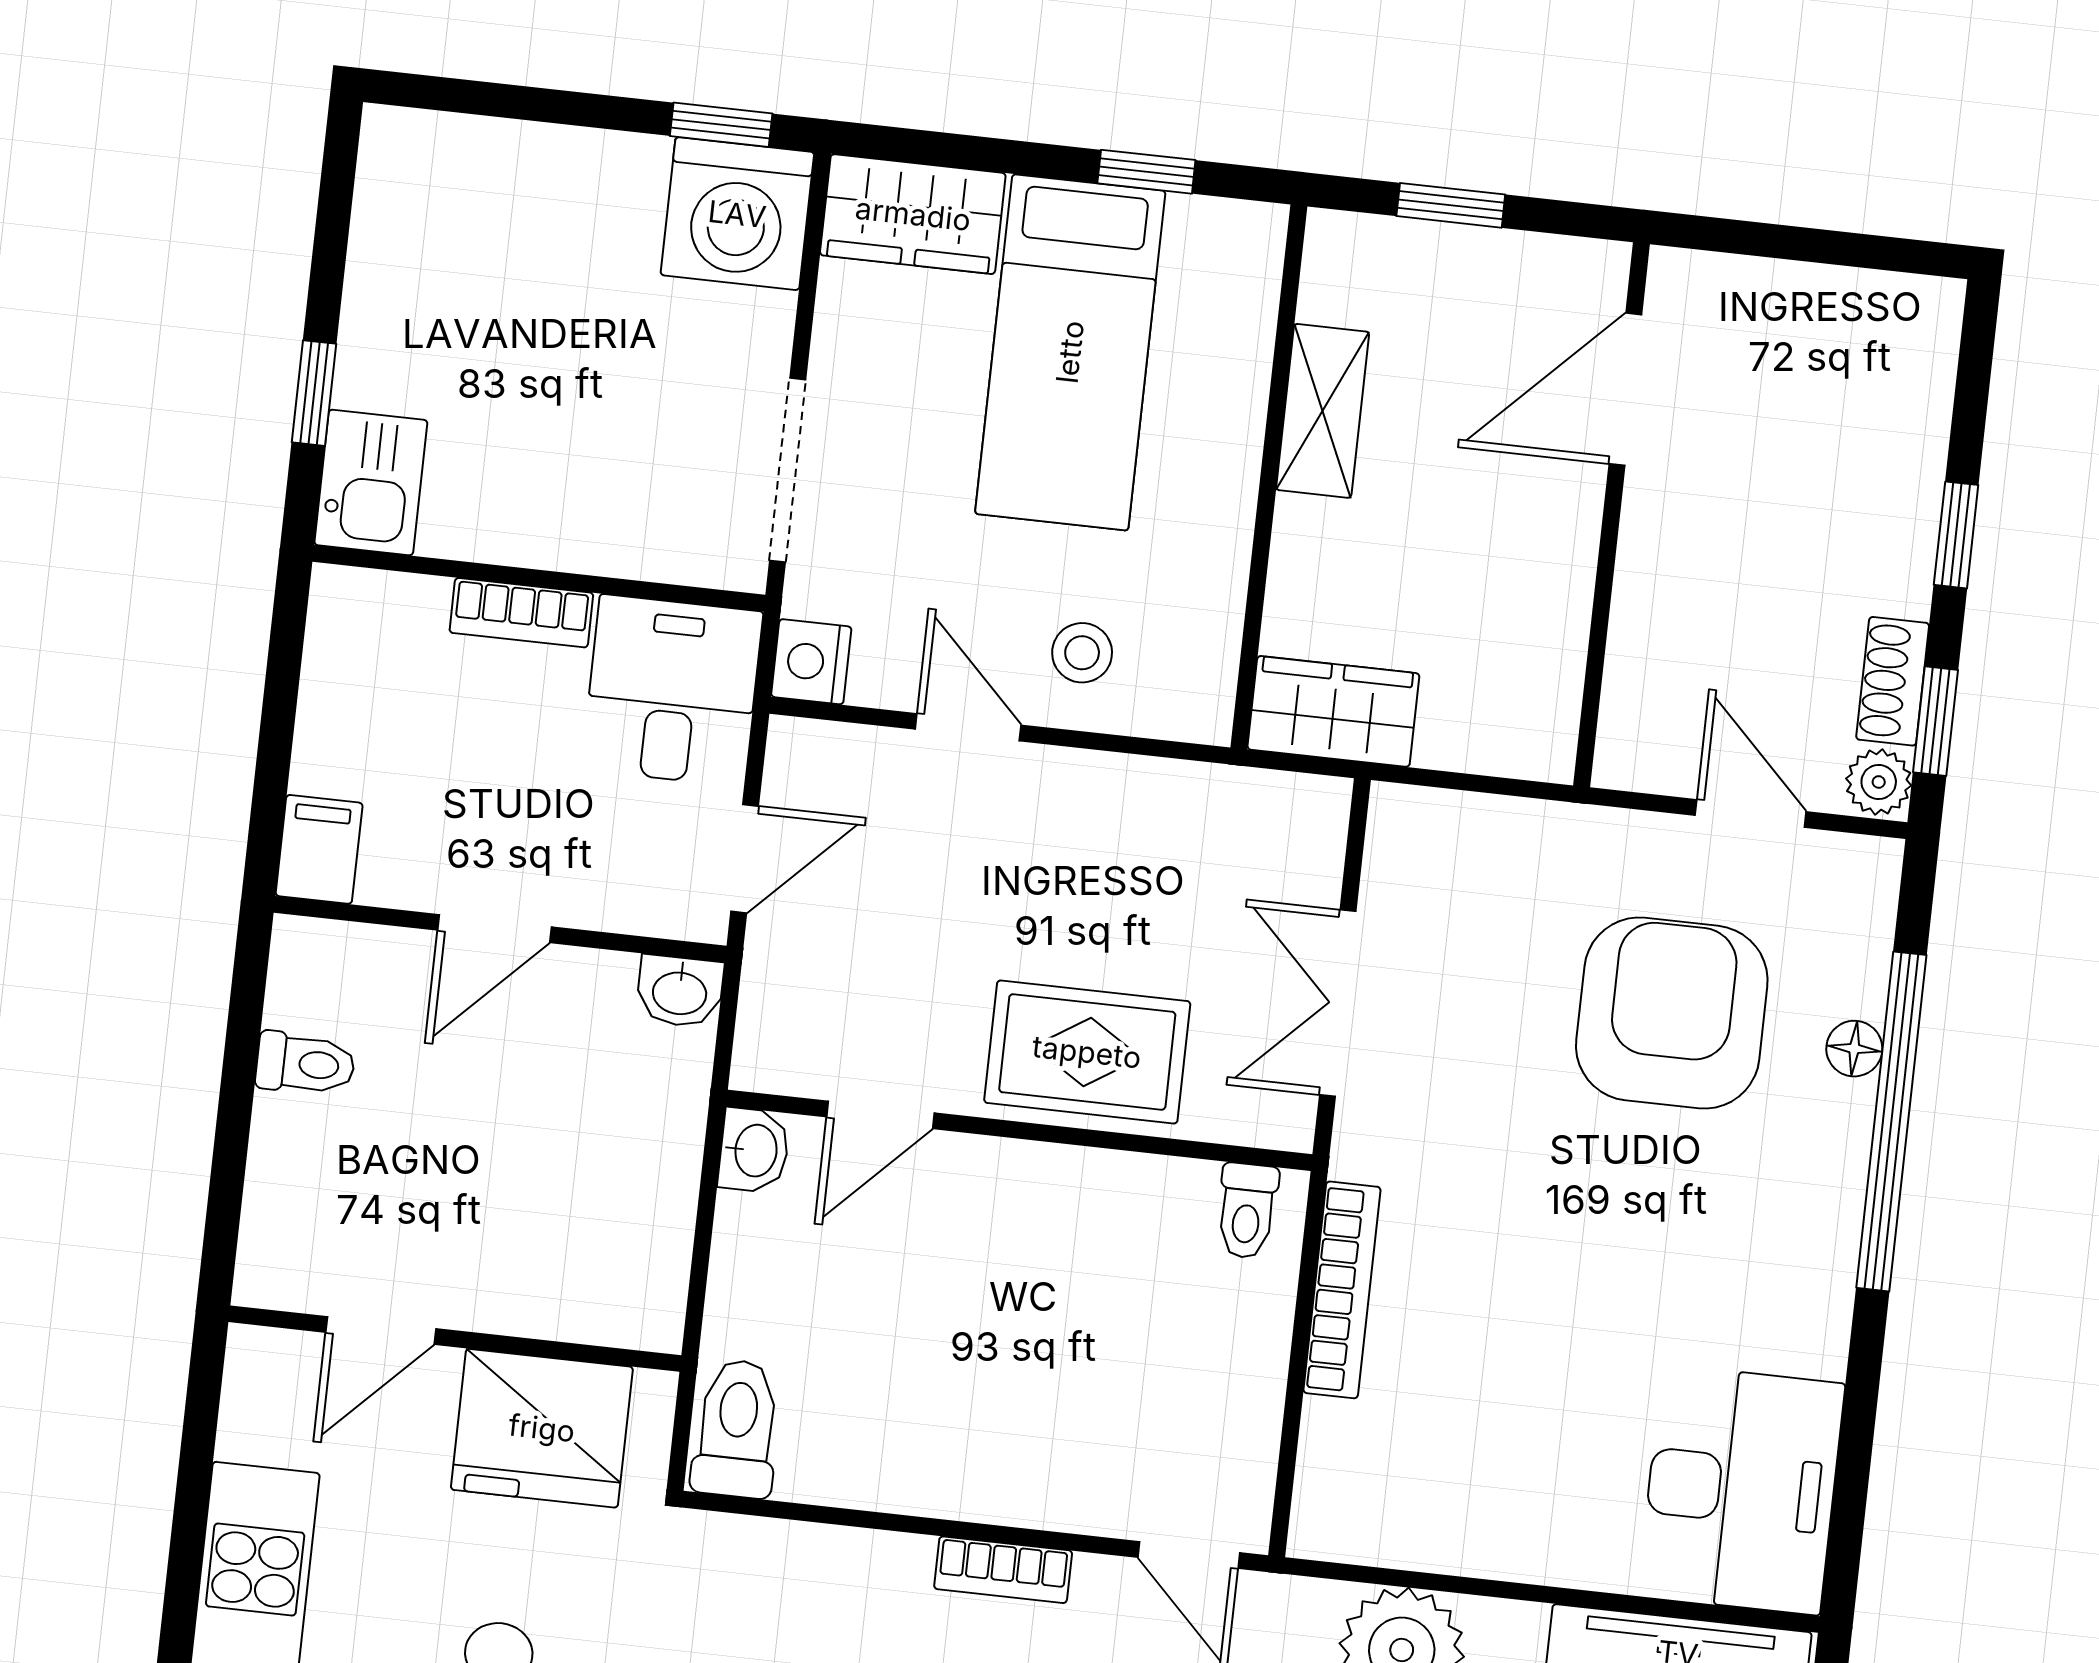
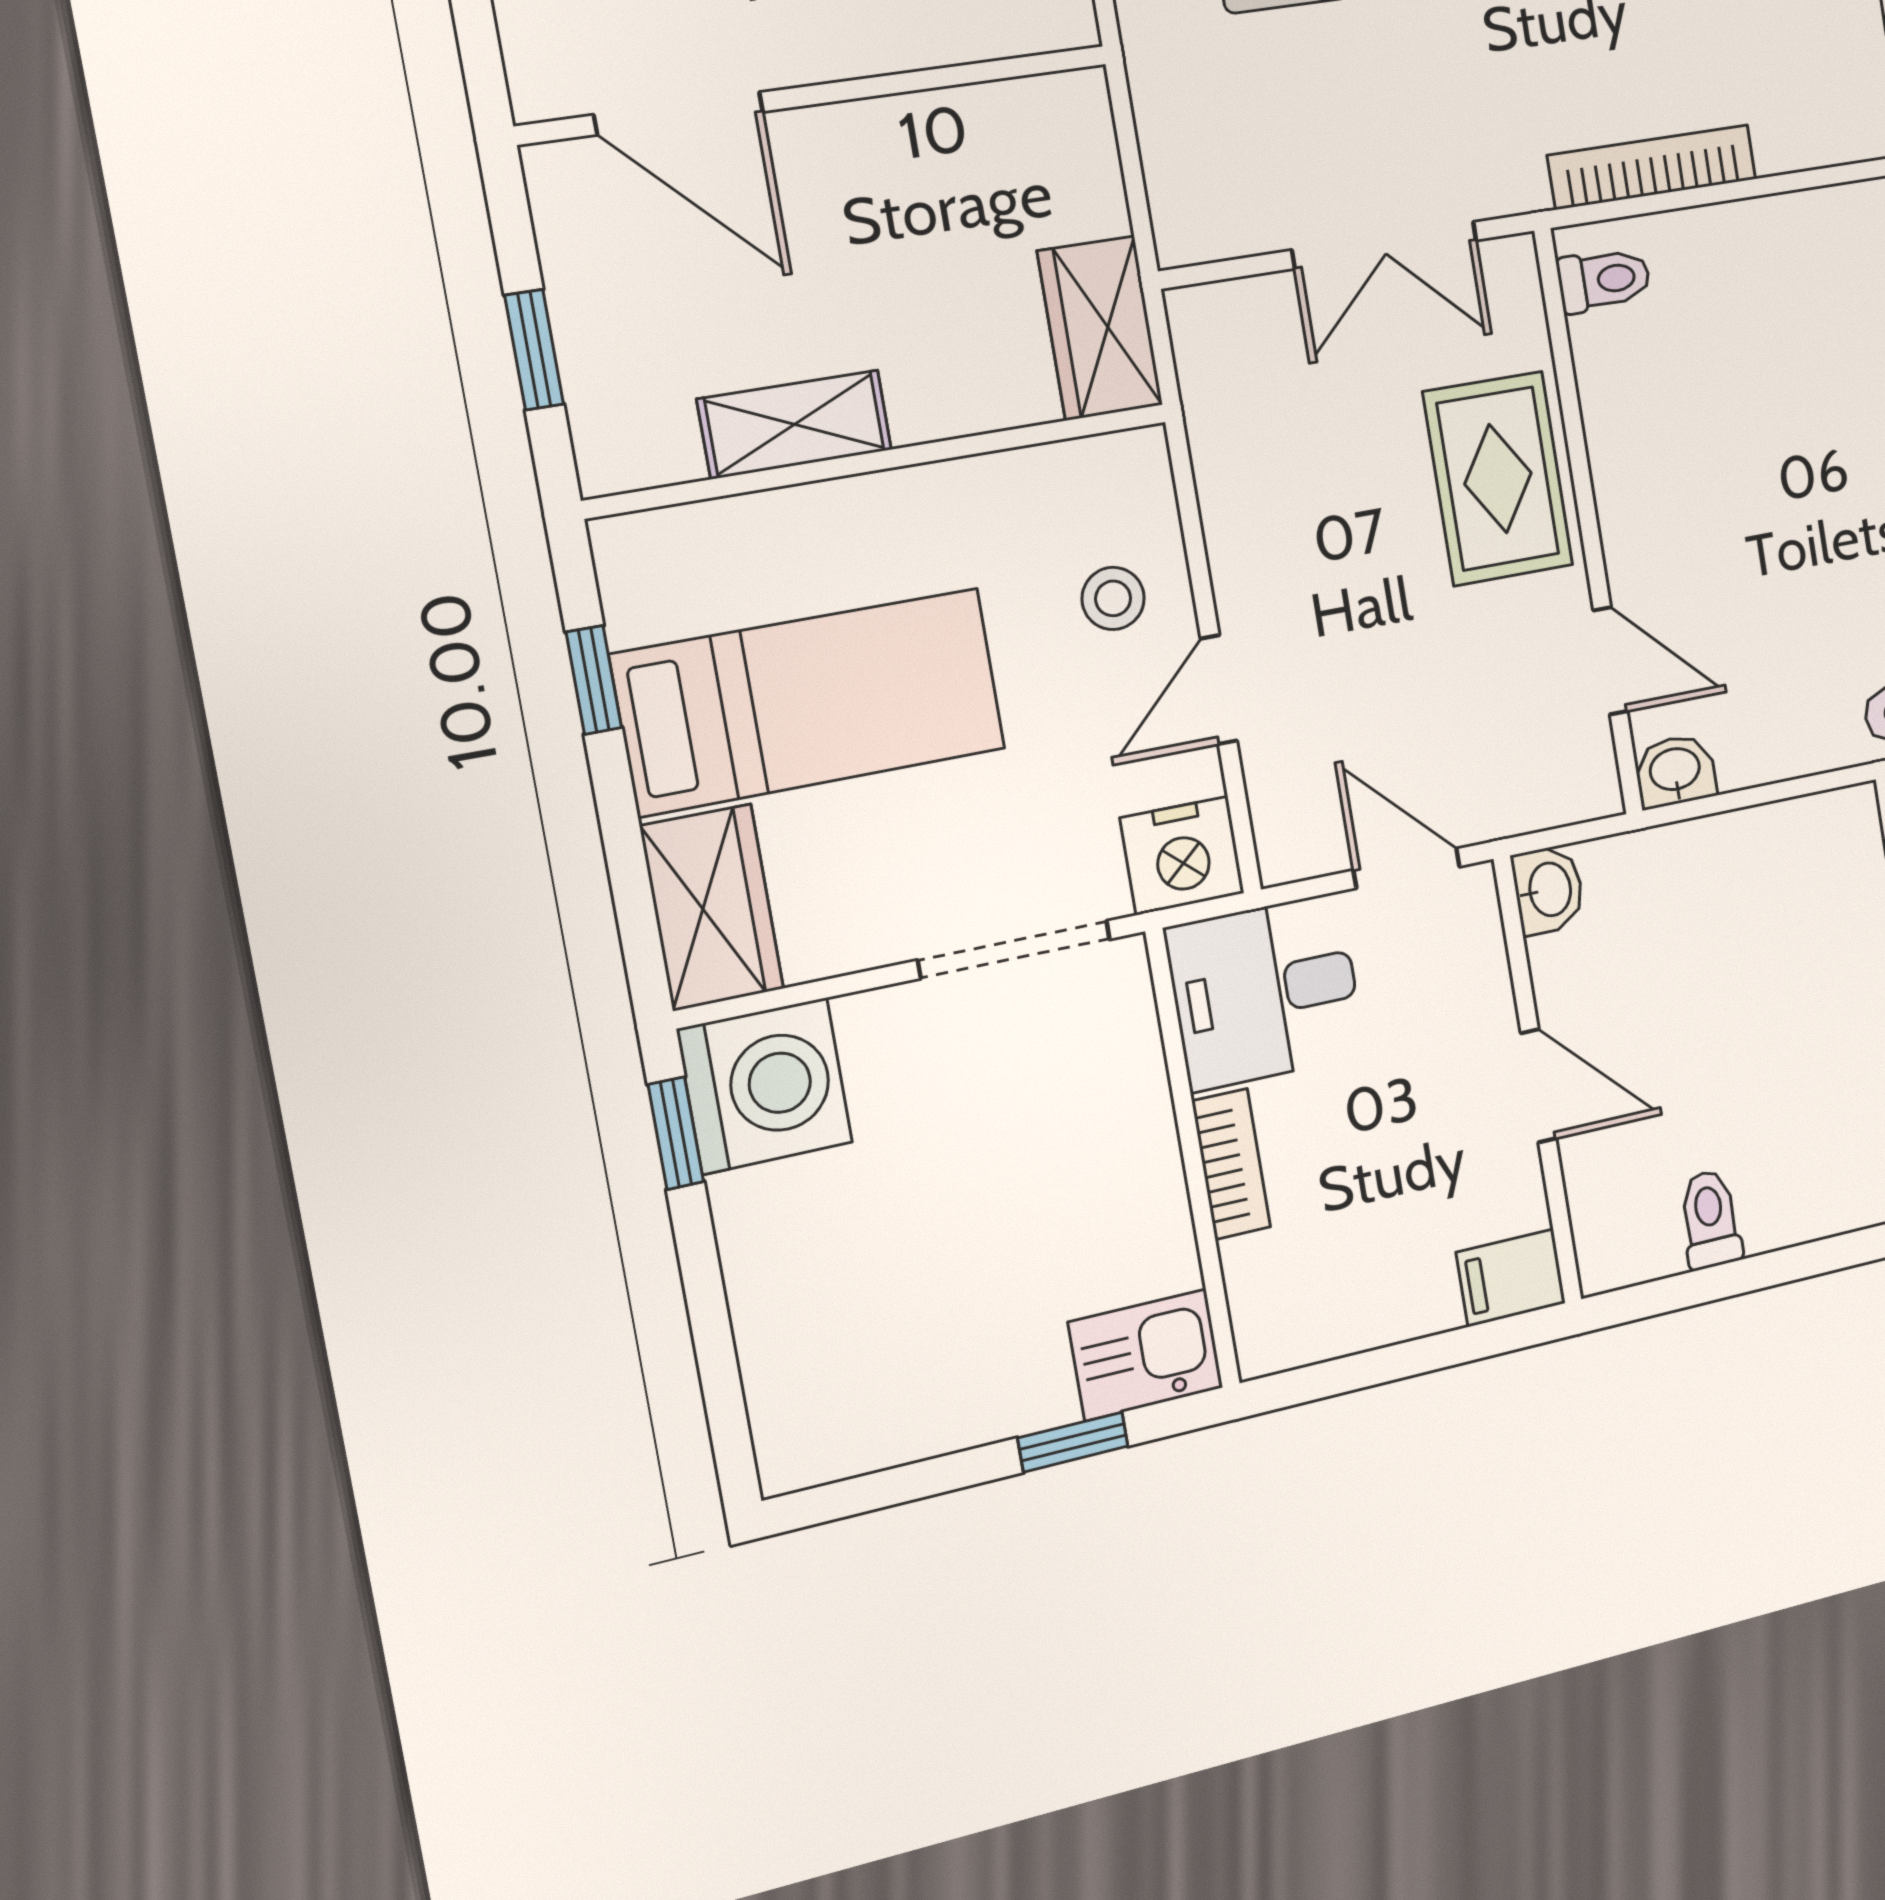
nightstand: (811, 662) -> (1182, 856), width x1.36, depth x1.33

